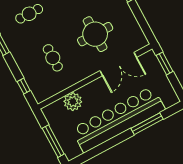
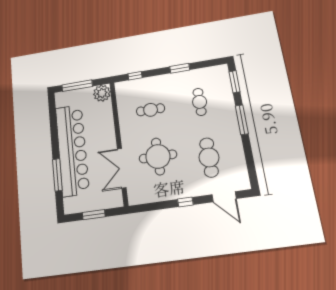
window: (165, 63) -> (94, 215), moved
plant: (73, 102) -> (102, 93), moved

